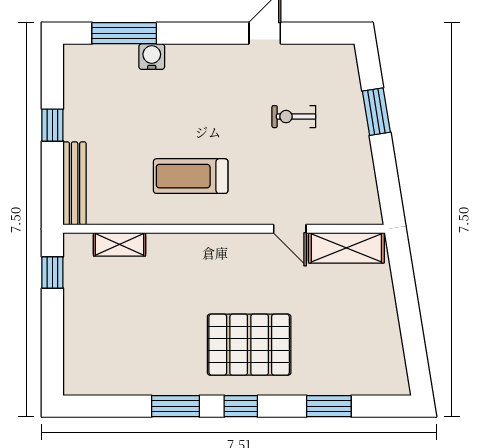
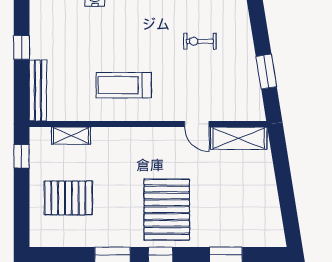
window: (376, 112) -> (266, 72), moved
pallet: (116, 329) -> (68, 198), added
pallet: (249, 345) -> (167, 210), turned 90

